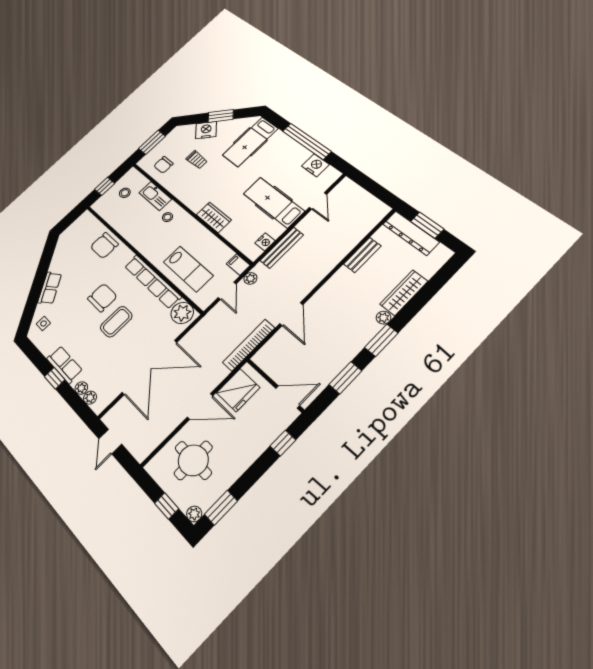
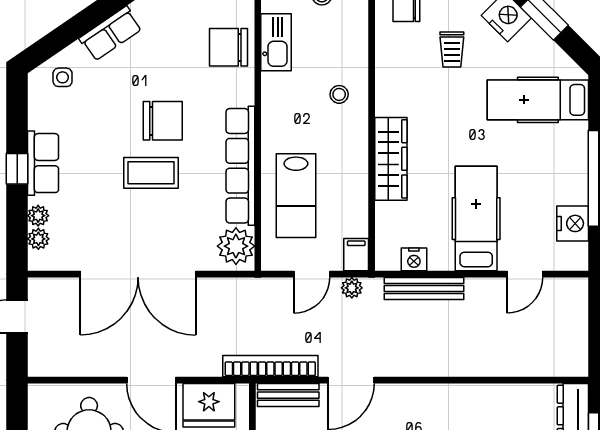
kitchen sink: (155, 196) -> (276, 42), moved, turned 180
wardrobe: (214, 217) -> (391, 159), width x1.50
bench: (362, 255) -> (288, 395), moved

